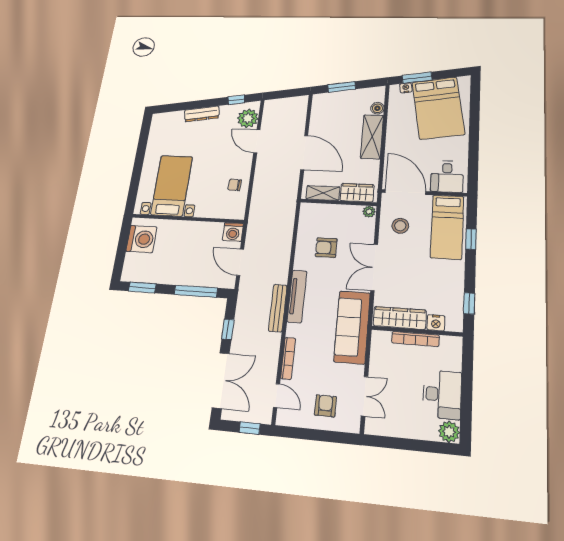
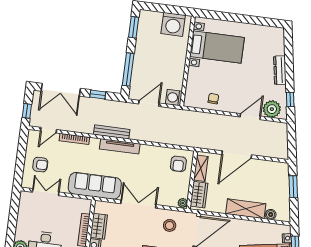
armchair: (326, 248) -> (178, 164), moved, turned 180
wardrobe: (400, 318) -> (99, 226), width x0.67
double door: (365, 396) -> (46, 192), swing flipped

